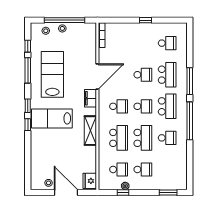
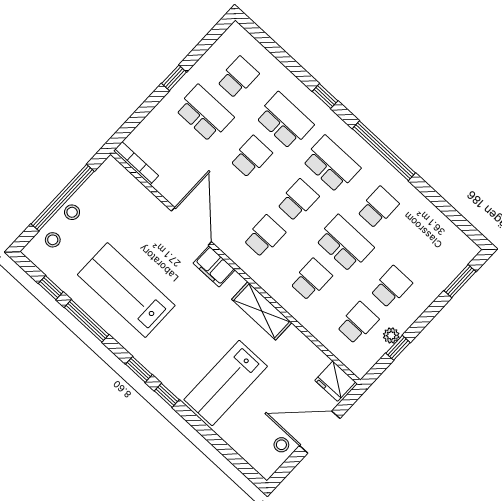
school desk: (143, 43) -> (204, 113), added
window: (190, 81) -> (325, 96), width x0.46
lab bench: (52, 118) -> (226, 383), moved
school desk: (118, 138) -> (311, 280), width x0.54

